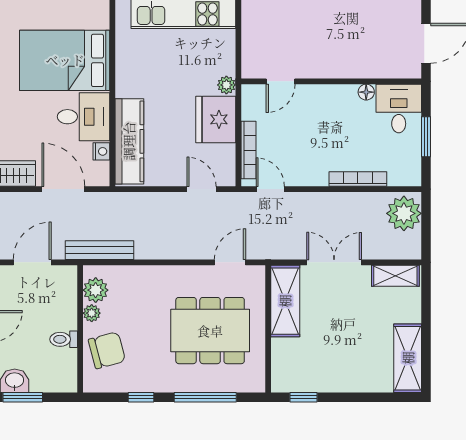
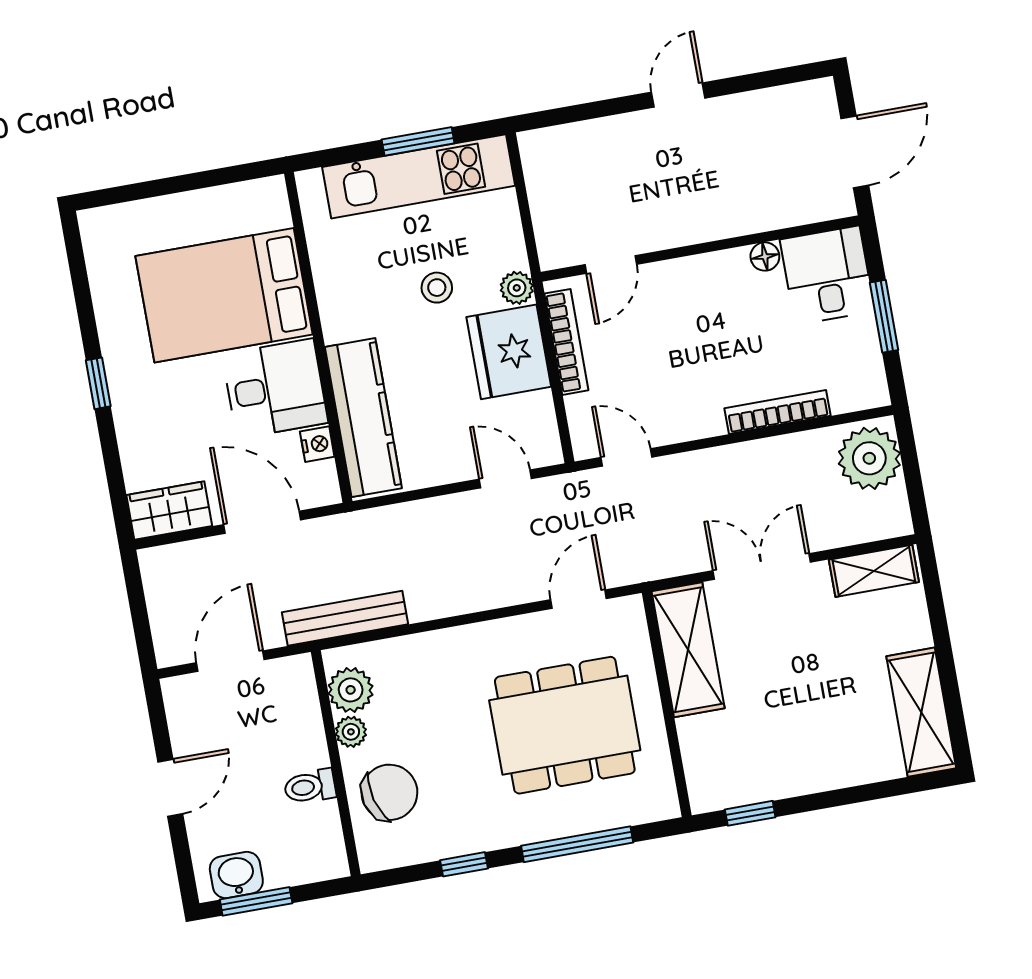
stool: (182, 77) -> (437, 288), added
bookcase: (249, 150) -> (566, 342), moved

